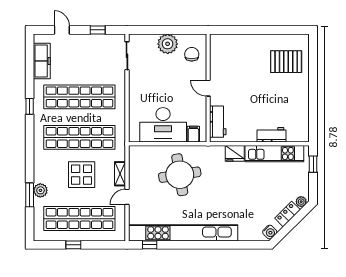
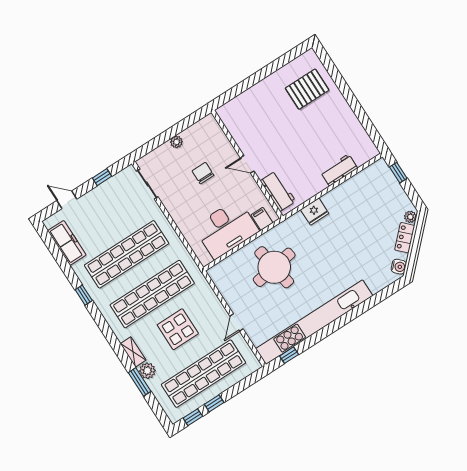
plant: (168, 44) -> (176, 142), width x0.53, depth x0.53
chair: (192, 54) -> (203, 173), moved
kitchen unit: (274, 154) -> (354, 187), removed
shelving: (120, 174) -> (133, 352), moved
window: (52, 245) -> (193, 417), added

